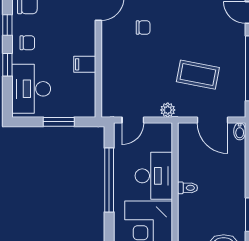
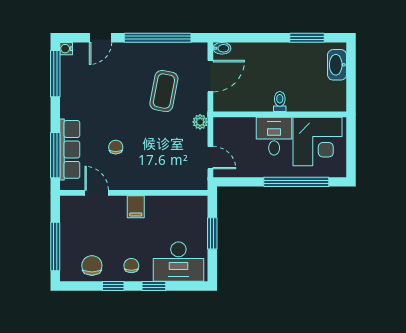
filing cabinet: (85, 64) -> (136, 207), moved
desk: (154, 176) -> (274, 136), width x0.73
window: (109, 180) -> (296, 182), moved

